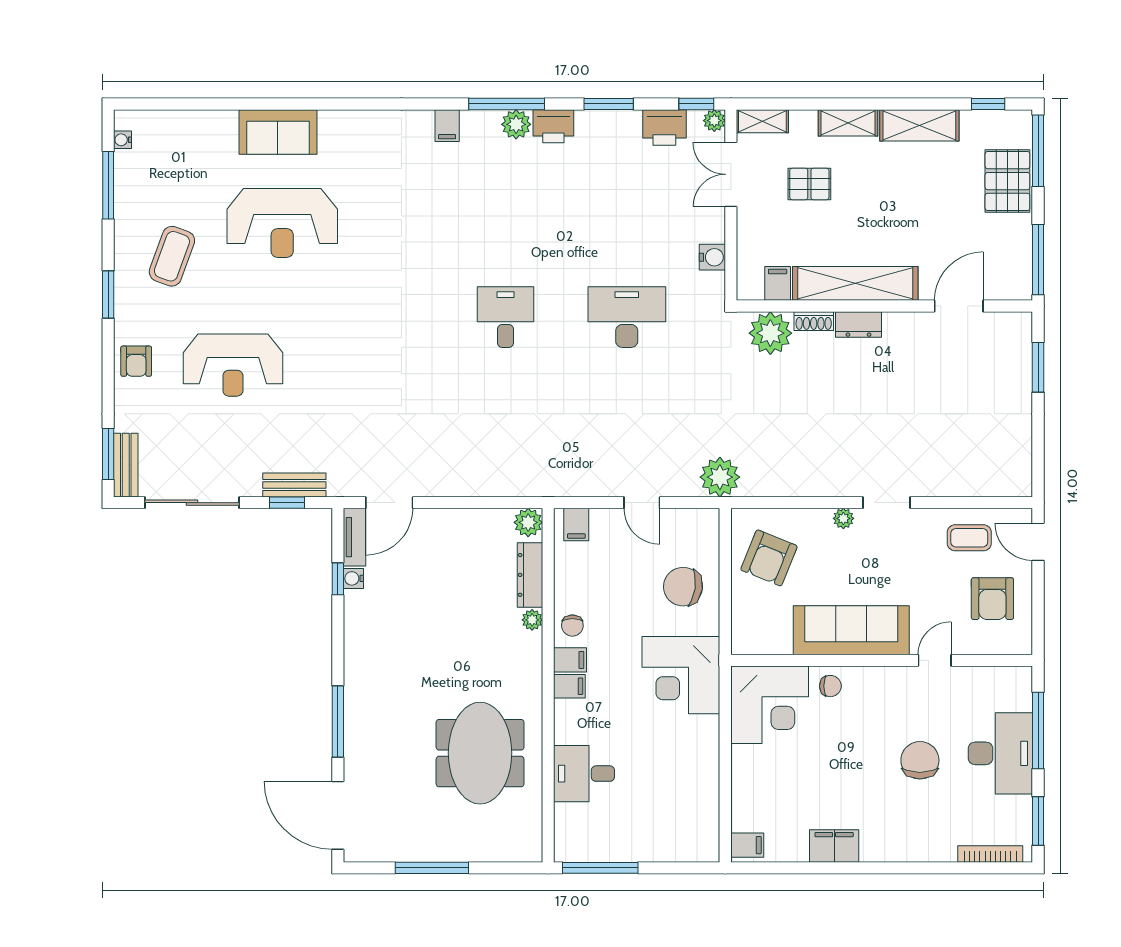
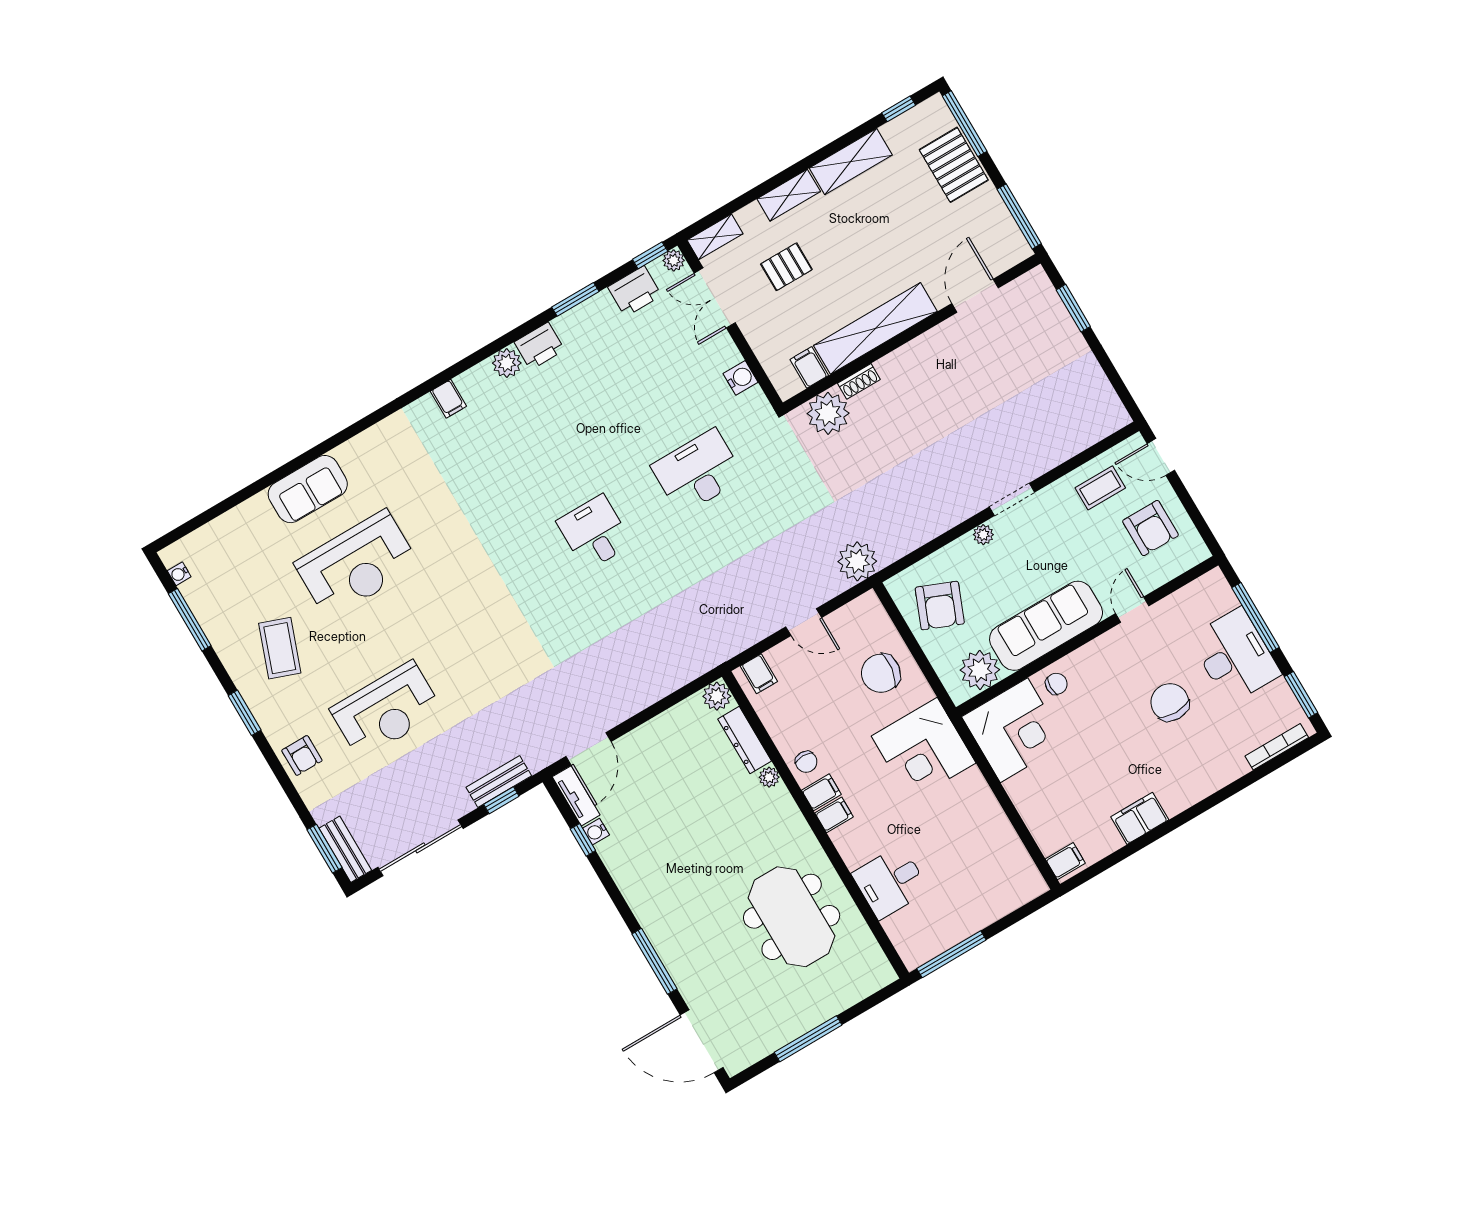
window: (507, 104) -> (488, 351), removed
dresser: (858, 324) -> (899, 362), removed
plant: (771, 635) -> (980, 670), added

